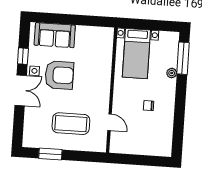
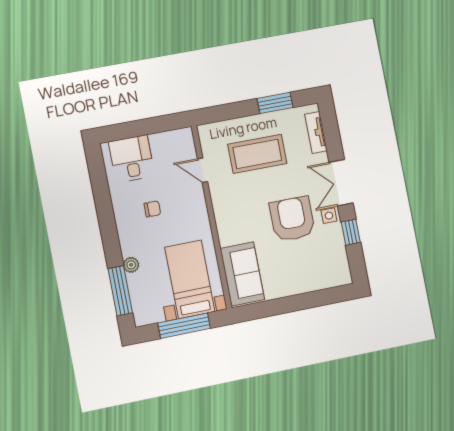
window: (148, 25) -> (184, 326), added
sofa: (55, 35) -> (242, 274), moved, turned 90
armchair: (59, 75) -> (292, 219), turned 90
tv unit: (29, 128) -> (316, 133), added
desk: (153, 142) -> (132, 159), added

